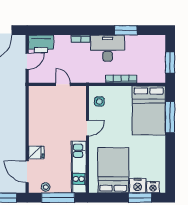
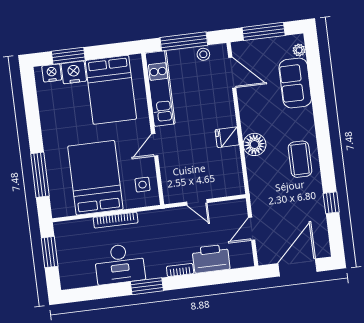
window: (126, 30) -> (147, 286), moved
printer: (41, 44) -> (211, 259), moved
desk: (108, 48) -> (120, 264), moved
bed: (149, 110) -> (95, 178), moved
floor lamp: (18, 120) -> (255, 144), added
fridge: (36, 152) -> (227, 137), moved

